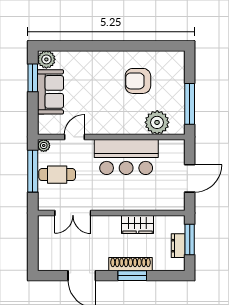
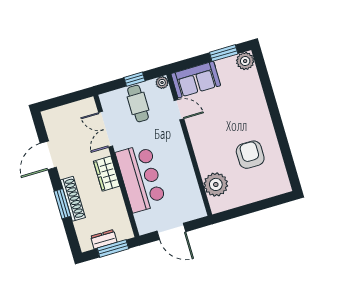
sofa: (50, 92) -> (196, 80), moved
window: (190, 104) -> (243, 211), removed
bar counter: (126, 157) -> (141, 178), moved, turned 180
window: (33, 171) -> (134, 79), width x0.46
wardrobe: (137, 225) -> (107, 174), moved

